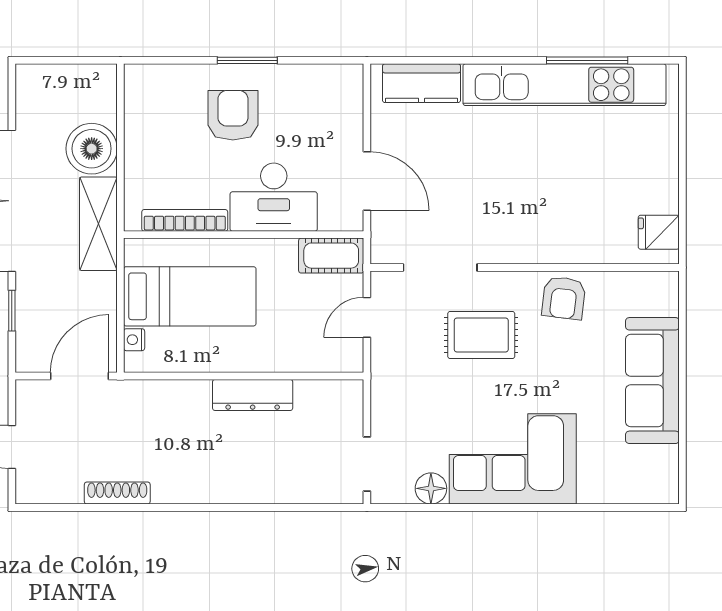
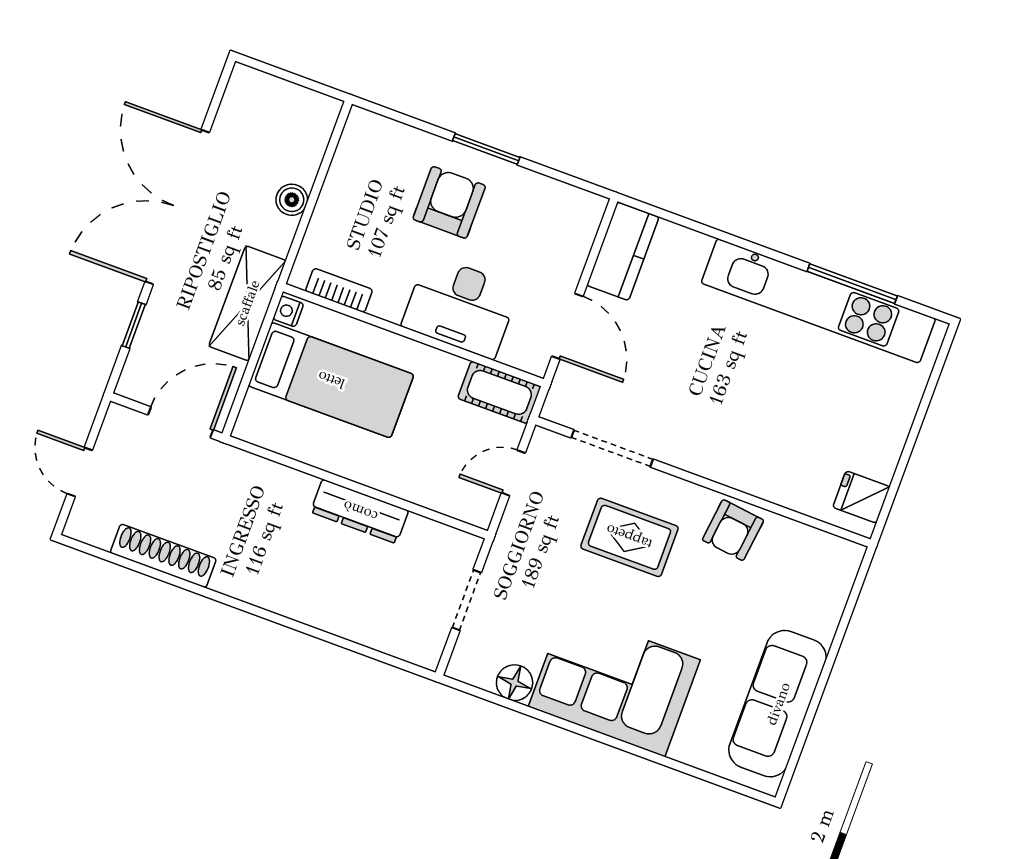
kitchen counter: (422, 83) -> (623, 251), moved, turned -90
boiler: (92, 149) -> (292, 200), width x0.54, depth x0.54
bookcase: (185, 220) -> (339, 290), width x0.64
shelving: (98, 224) -> (247, 303), moved
nightstand: (134, 340) -> (288, 311), moved
sofa: (652, 381) -> (778, 704), moved
doorway: (367, 464) -> (467, 600), moved
shoe rack: (117, 493) -> (163, 556), width x1.36, depth x1.24

